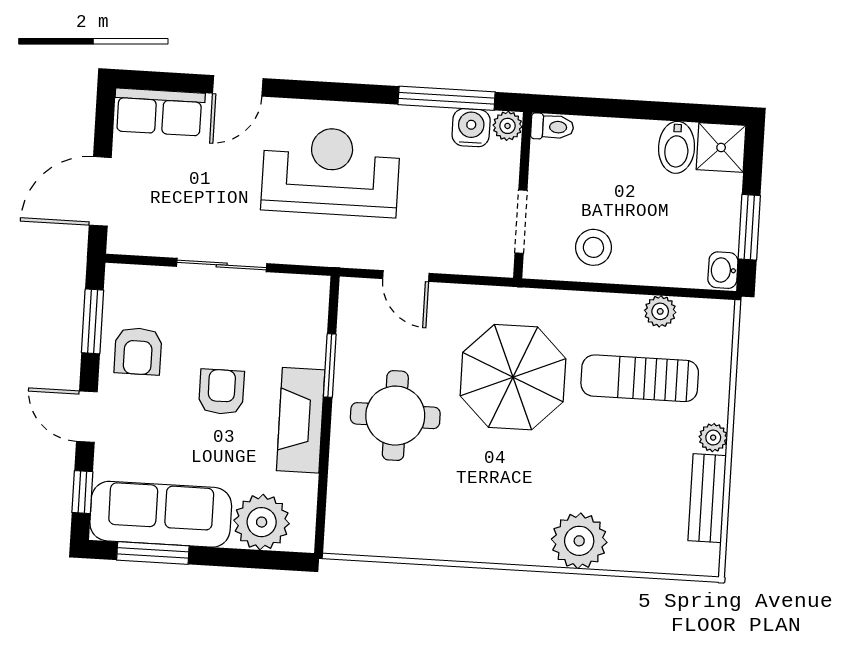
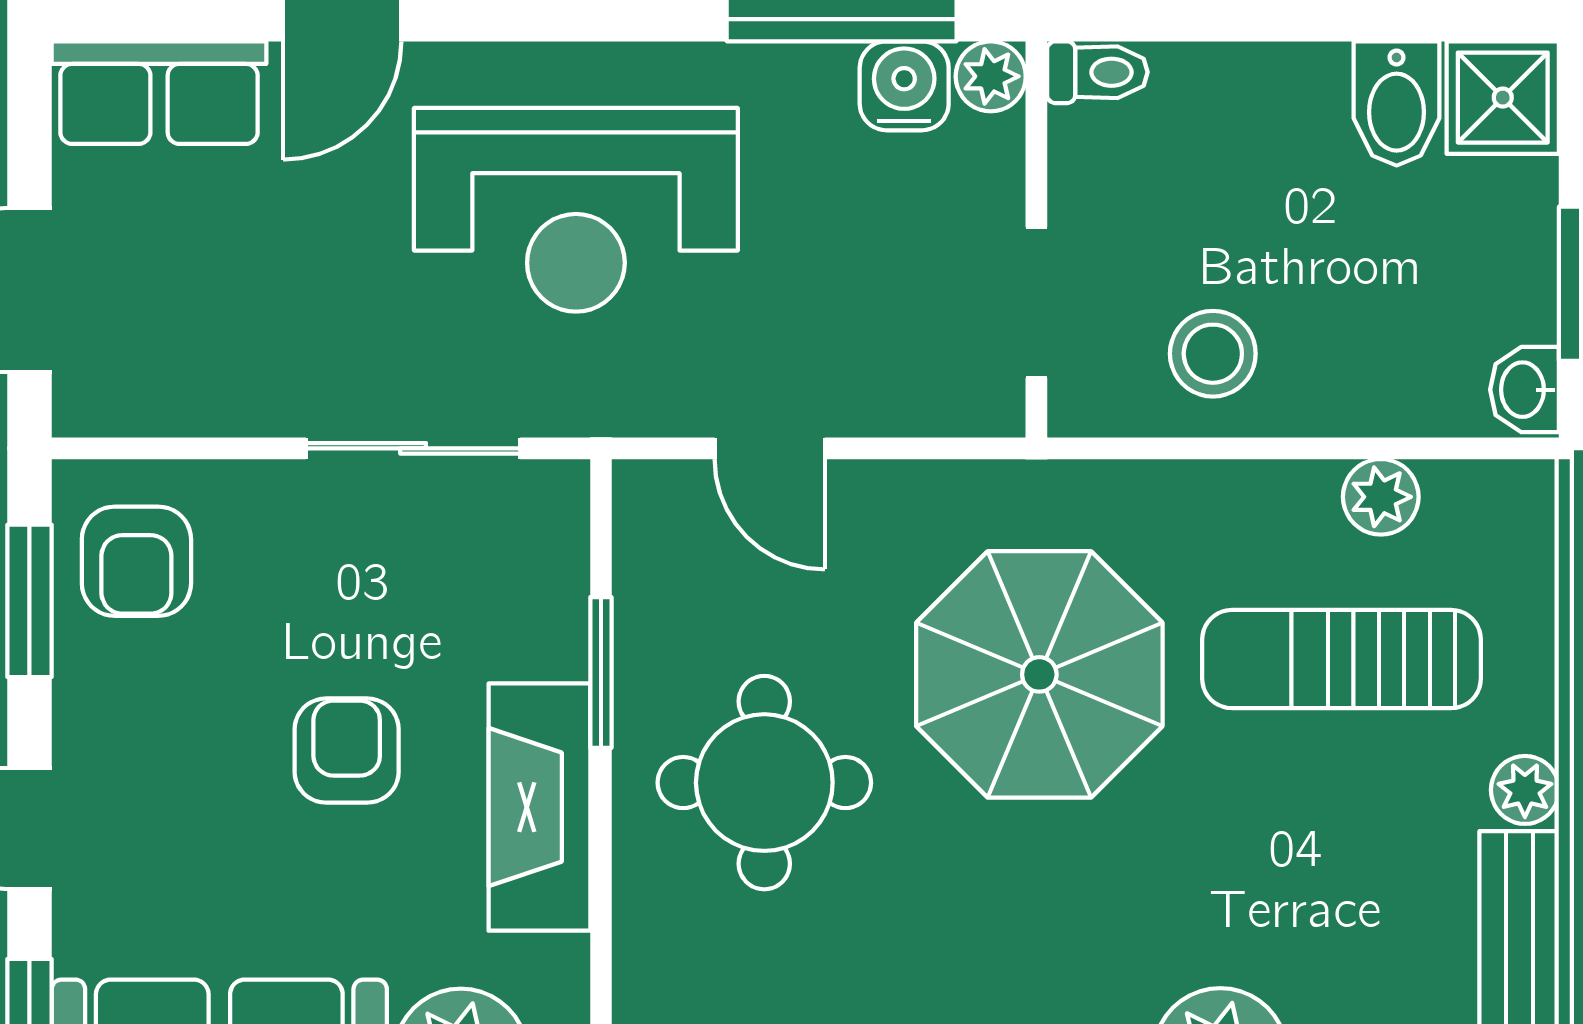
reception desk: (331, 171) -> (576, 210), turned 180
sliding door: (222, 265) -> (413, 448), moved
armchair: (138, 351) -> (136, 561), moved

